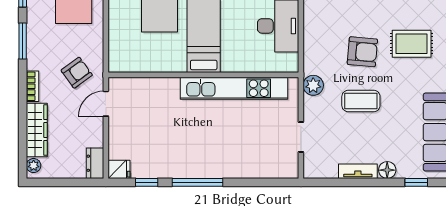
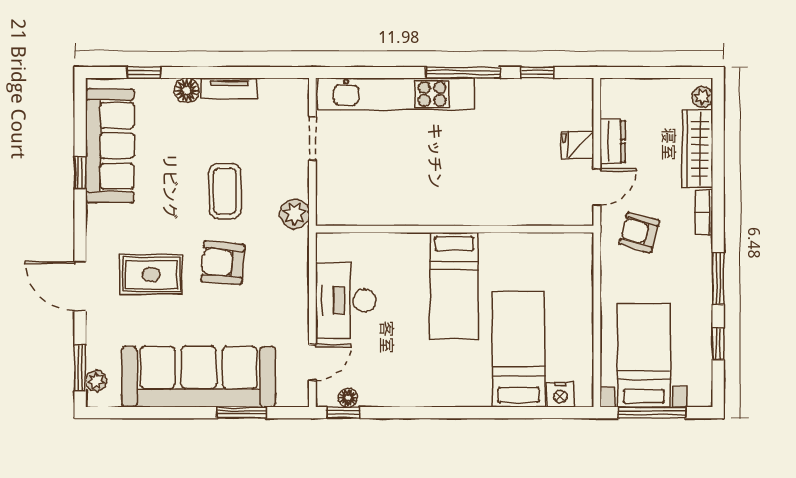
armchair: (77, 73) -> (639, 232), turned 51
kitchen unit: (234, 88) -> (396, 94), moved, turned 180
coffee table: (361, 101) -> (225, 191), turned 90
dresser: (95, 163) -> (613, 141), moved
fridge: (119, 169) -> (578, 145), moved

